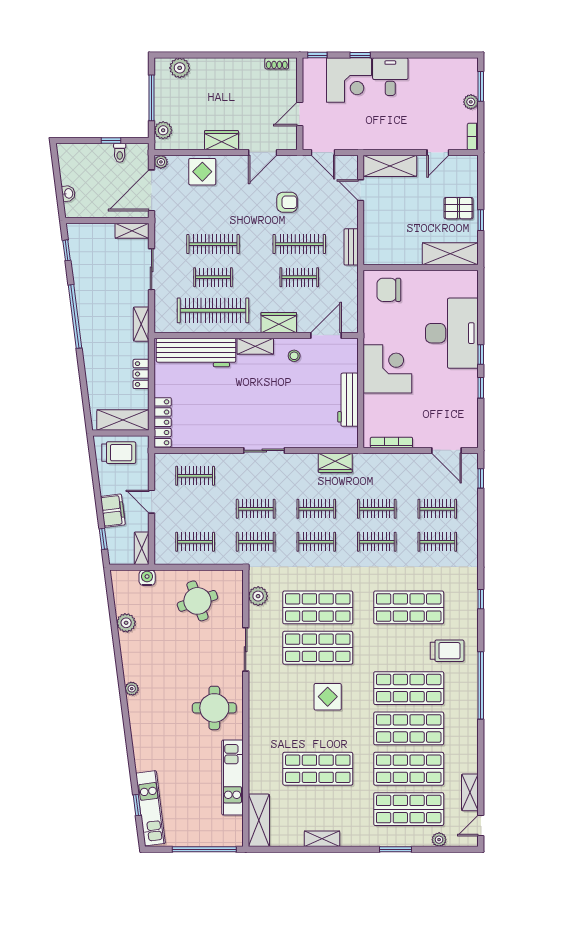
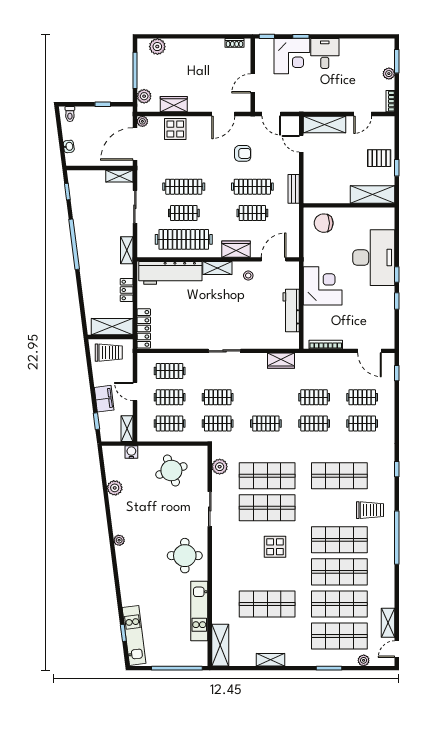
wardrobe: (221, 140) -> (174, 104), moved
toilet: (120, 153) -> (70, 114), moved
clothes rail: (316, 509) -> (170, 397), moved

